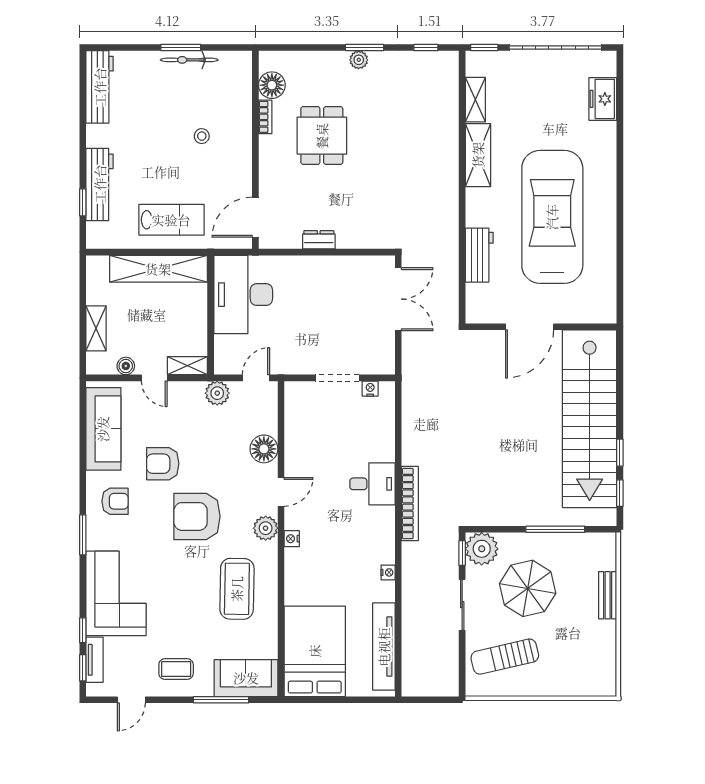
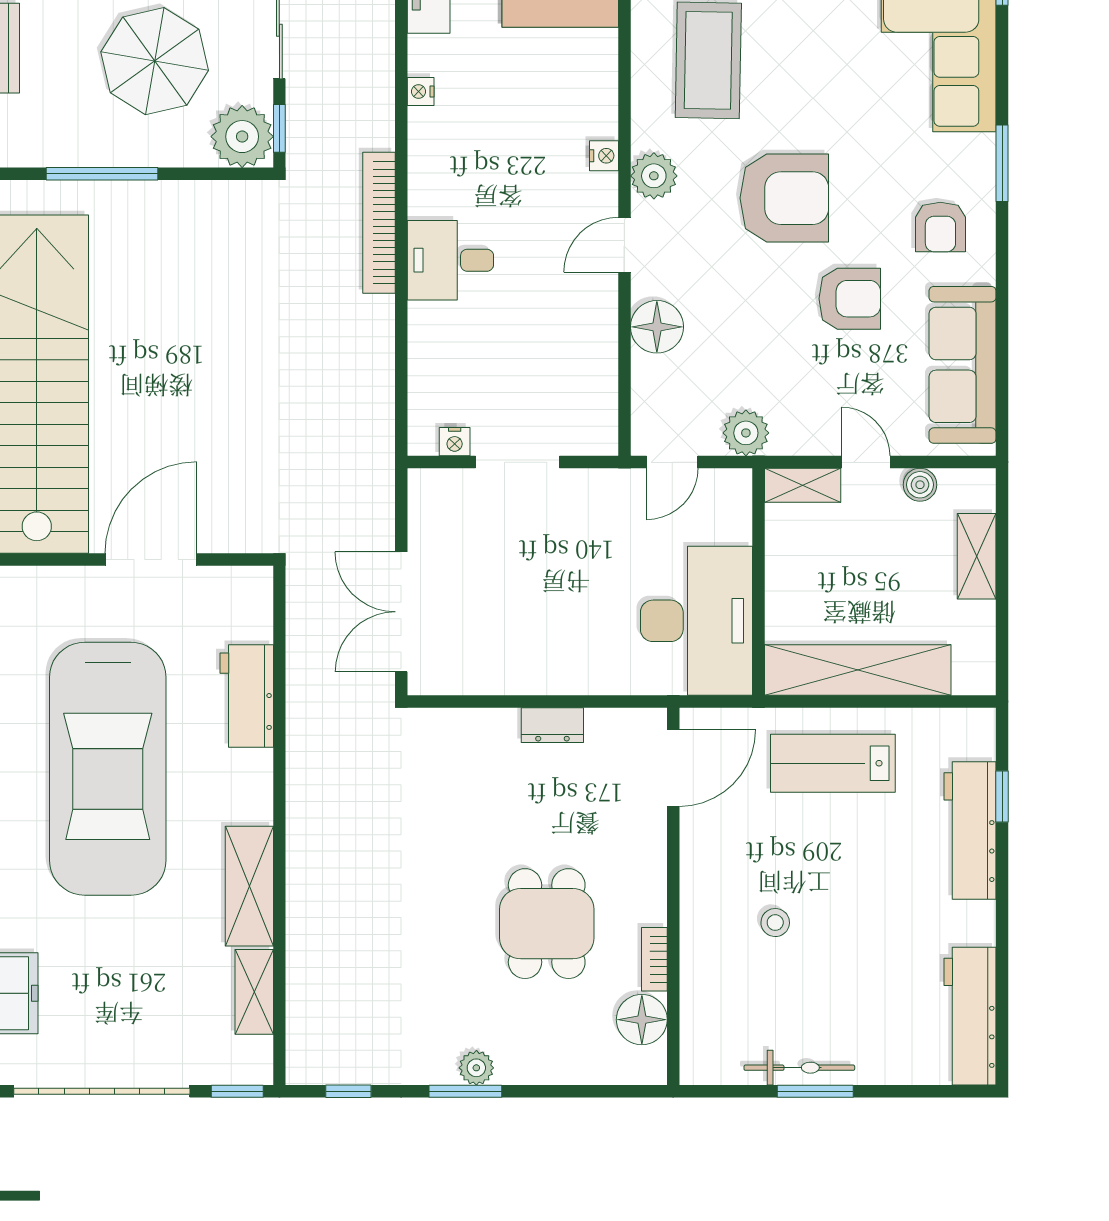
armchair: (115, 501) -> (940, 227), turned -90

